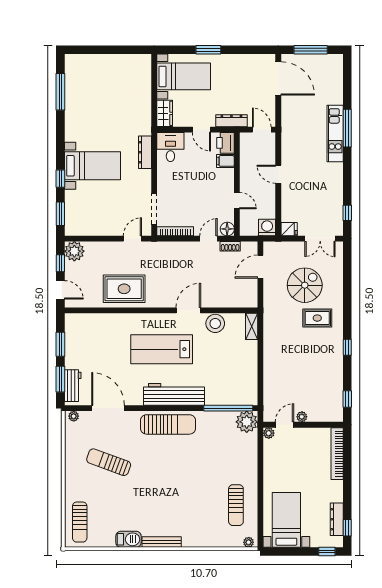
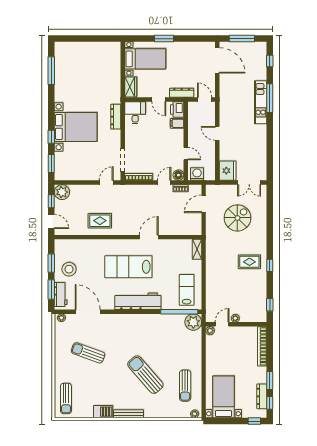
bed with nightstands: (92, 166) -> (76, 127), width x1.36
window: (347, 213) -> (270, 61), moved
washing machine: (267, 227) -> (197, 174), moved
fridge: (289, 229) -> (228, 171), width x1.88, depth x1.34
rug: (124, 289) -> (100, 221), width x0.73, depth x0.70
rug: (317, 318) -> (249, 262), moved
stool: (215, 323) -> (69, 269), moved
lab bench: (238, 380) -> (187, 290), added
sun lounger: (168, 424) -> (145, 375), moved, turned -131
window: (347, 498) -> (270, 380), added

